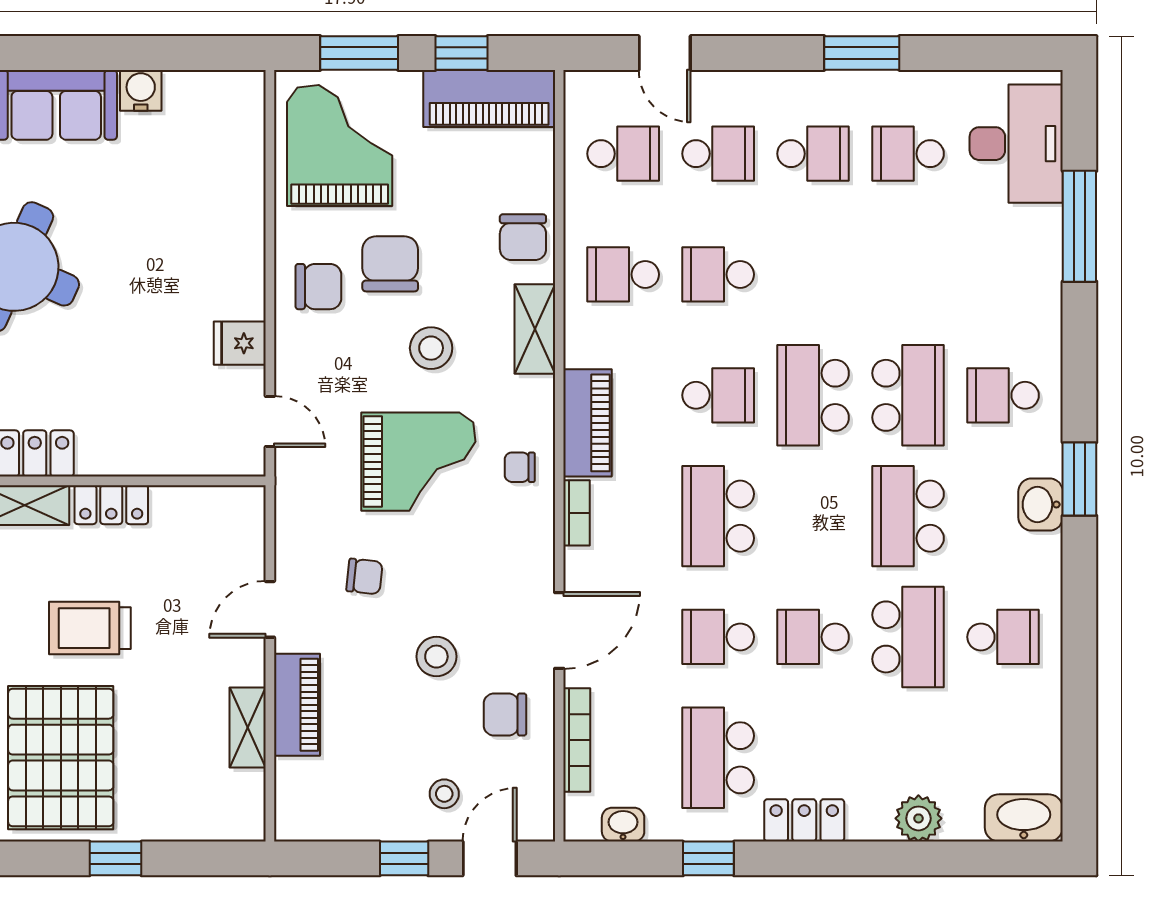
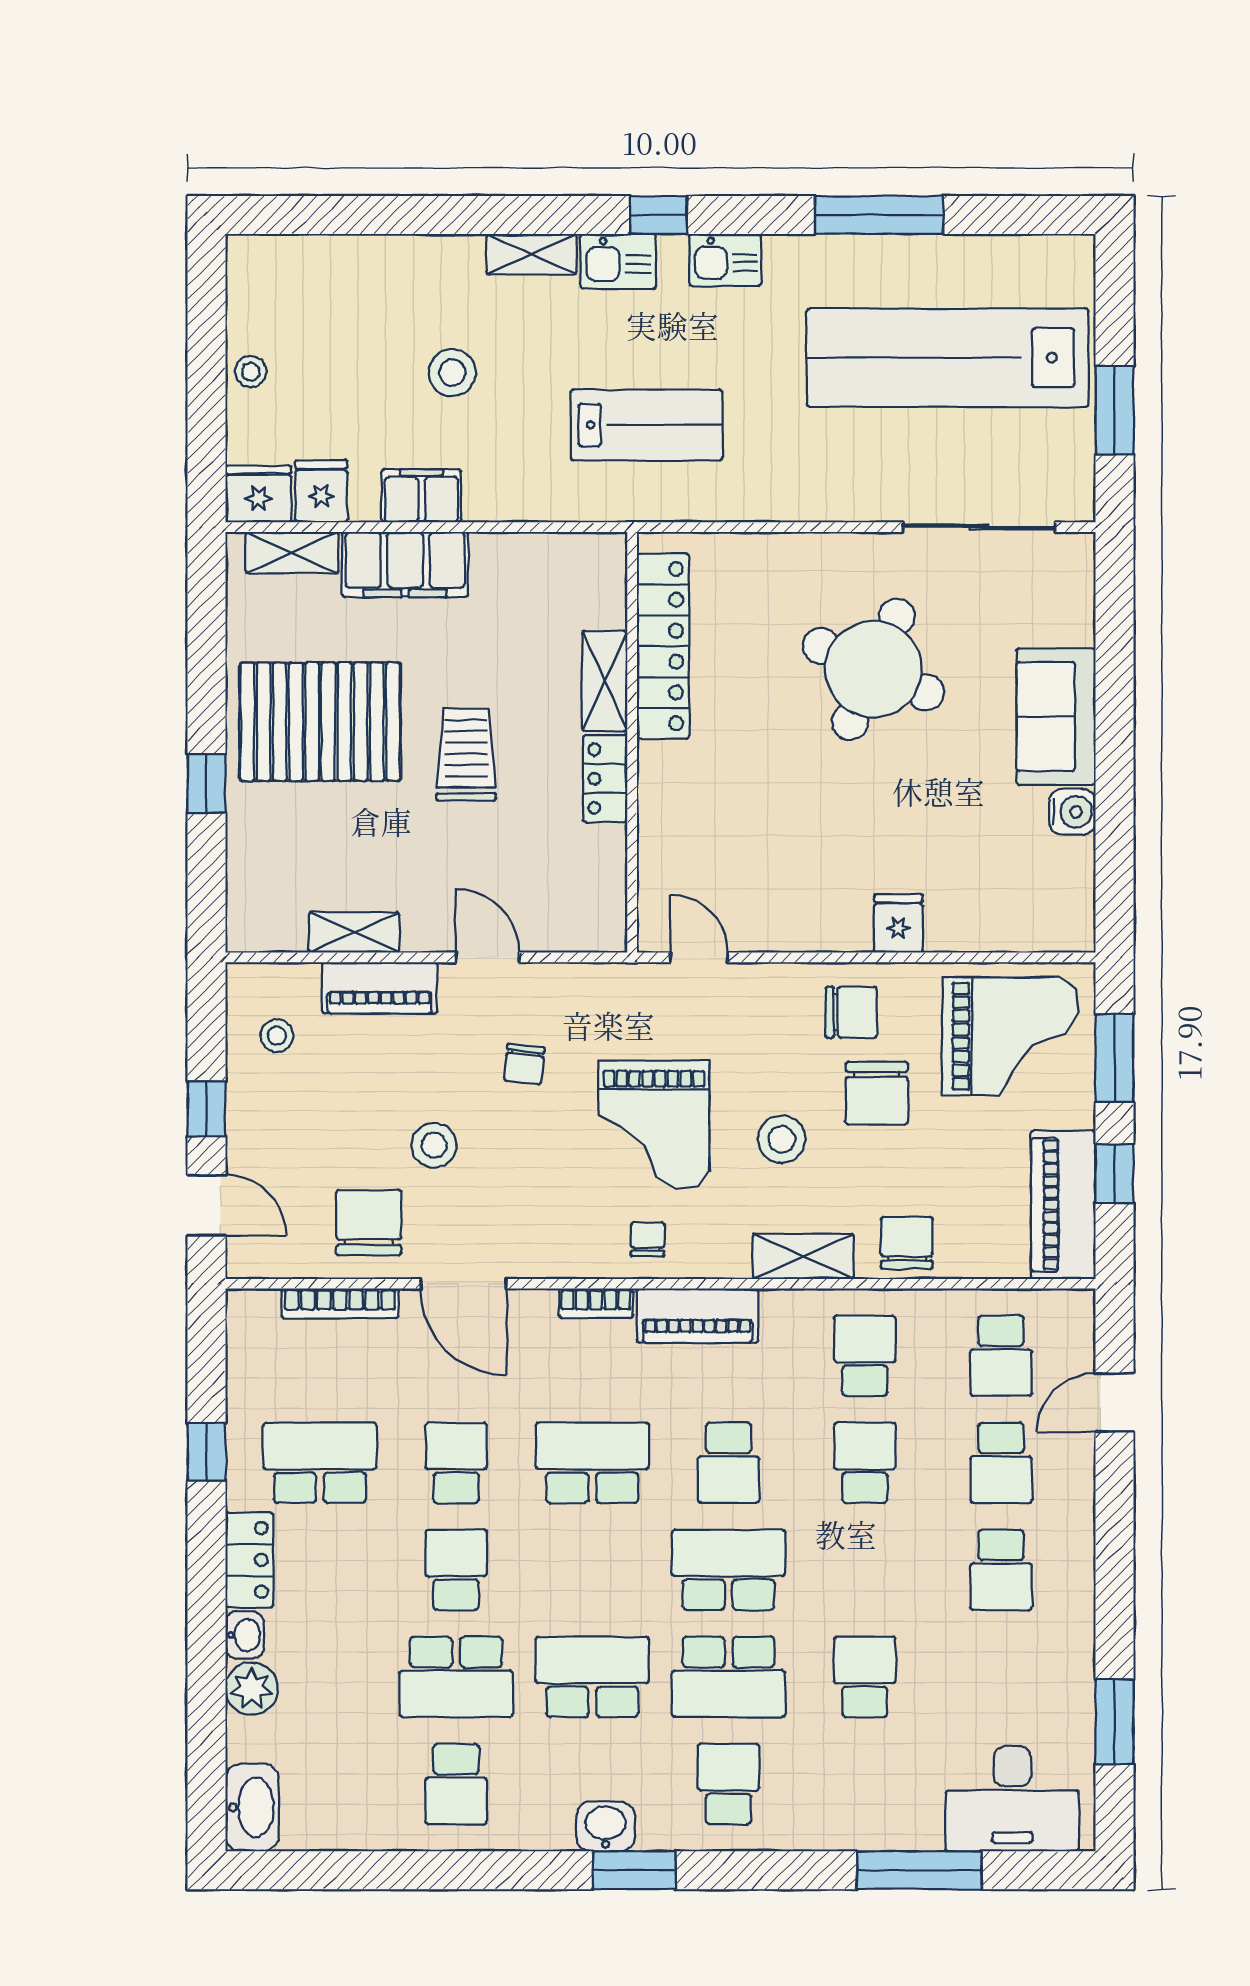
window: (862, 53) -> (1114, 1722), moved
school desk: (908, 154) -> (865, 1677), moved
chair: (523, 237) -> (907, 1243), turned 90
chair: (390, 264) -> (877, 1093), turned 90
chair: (318, 287) -> (851, 1012), turned -90
fridge: (240, 343) -> (898, 924), moved
door: (270, 421) -> (699, 957), swing flipped
chair: (505, 715) -> (369, 1223), width x1.37, depth x1.37
stool: (444, 794) -> (277, 1036), moved
washbasin: (623, 825) -> (245, 1635), moved

